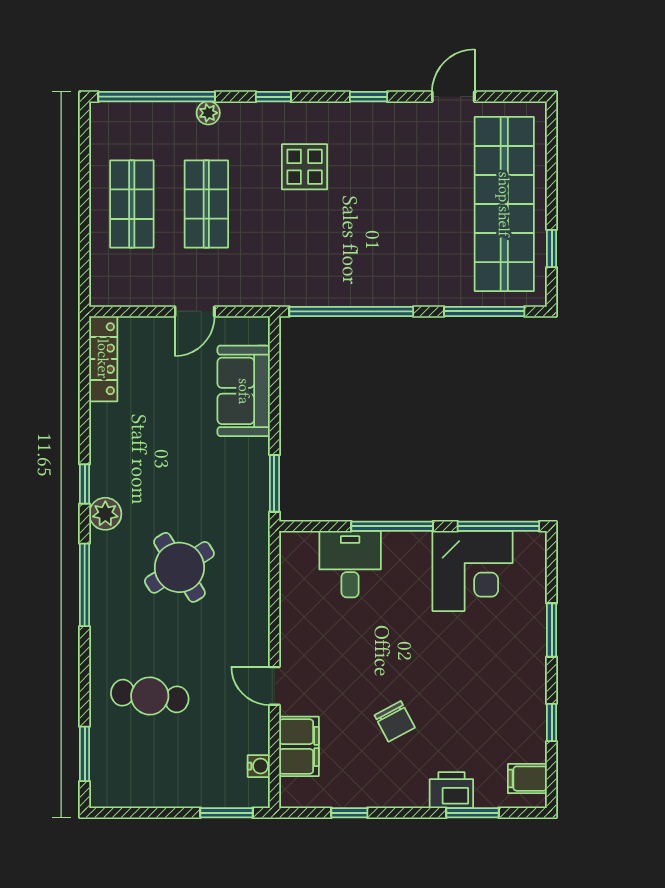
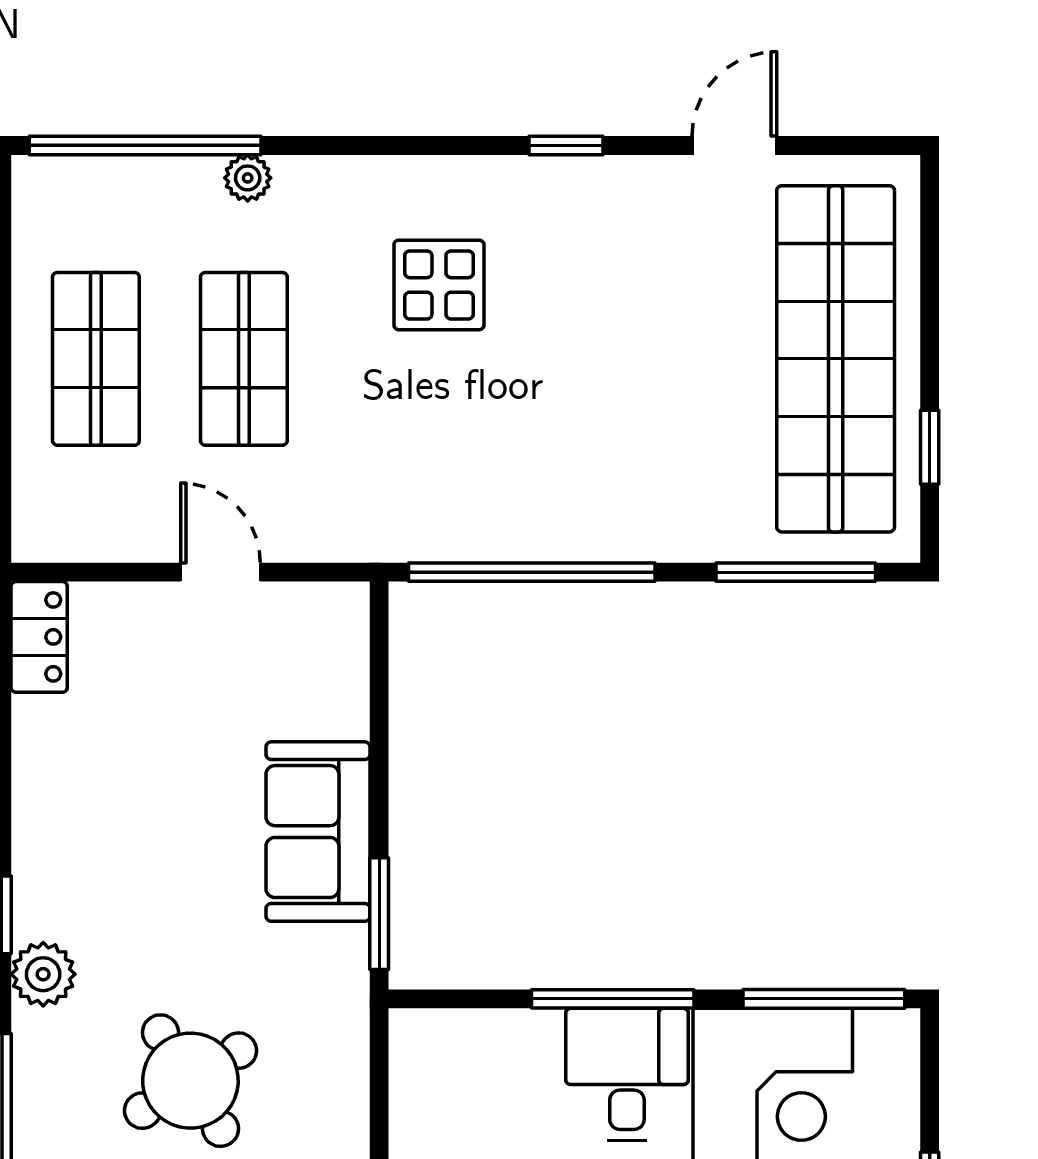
window: (273, 97) -> (377, 145), removed
door: (195, 311) -> (221, 572), swing flipped
locker: (103, 359) -> (39, 637), width x0.66
sofa: (244, 391) -> (318, 832), moved
desk: (350, 564) -> (627, 1074), moved

